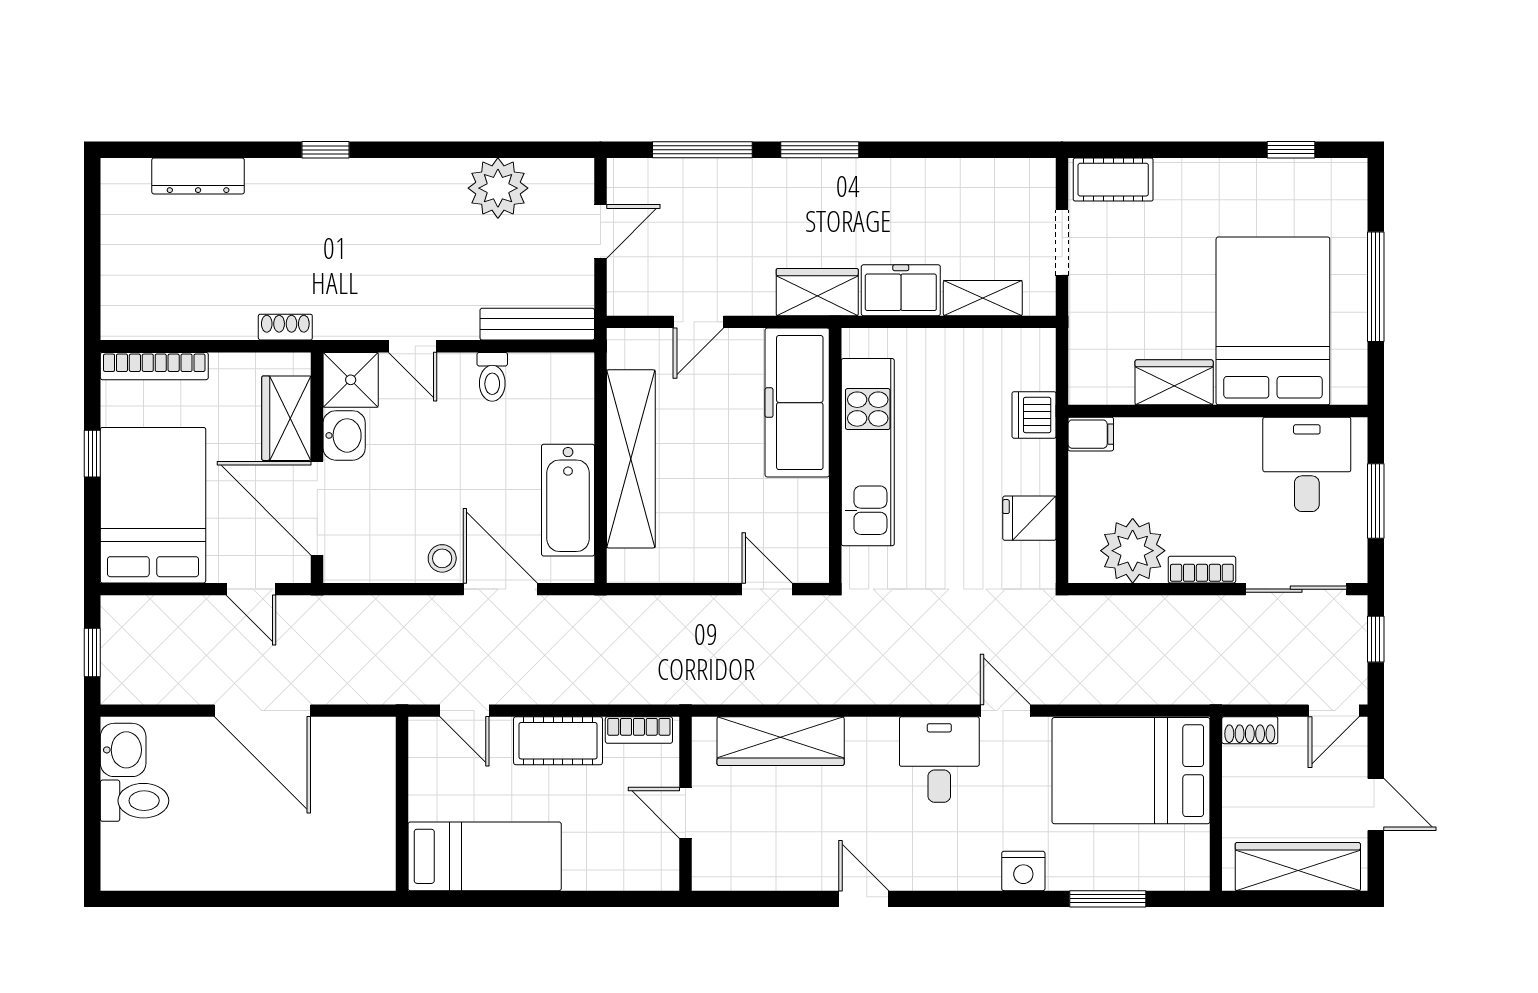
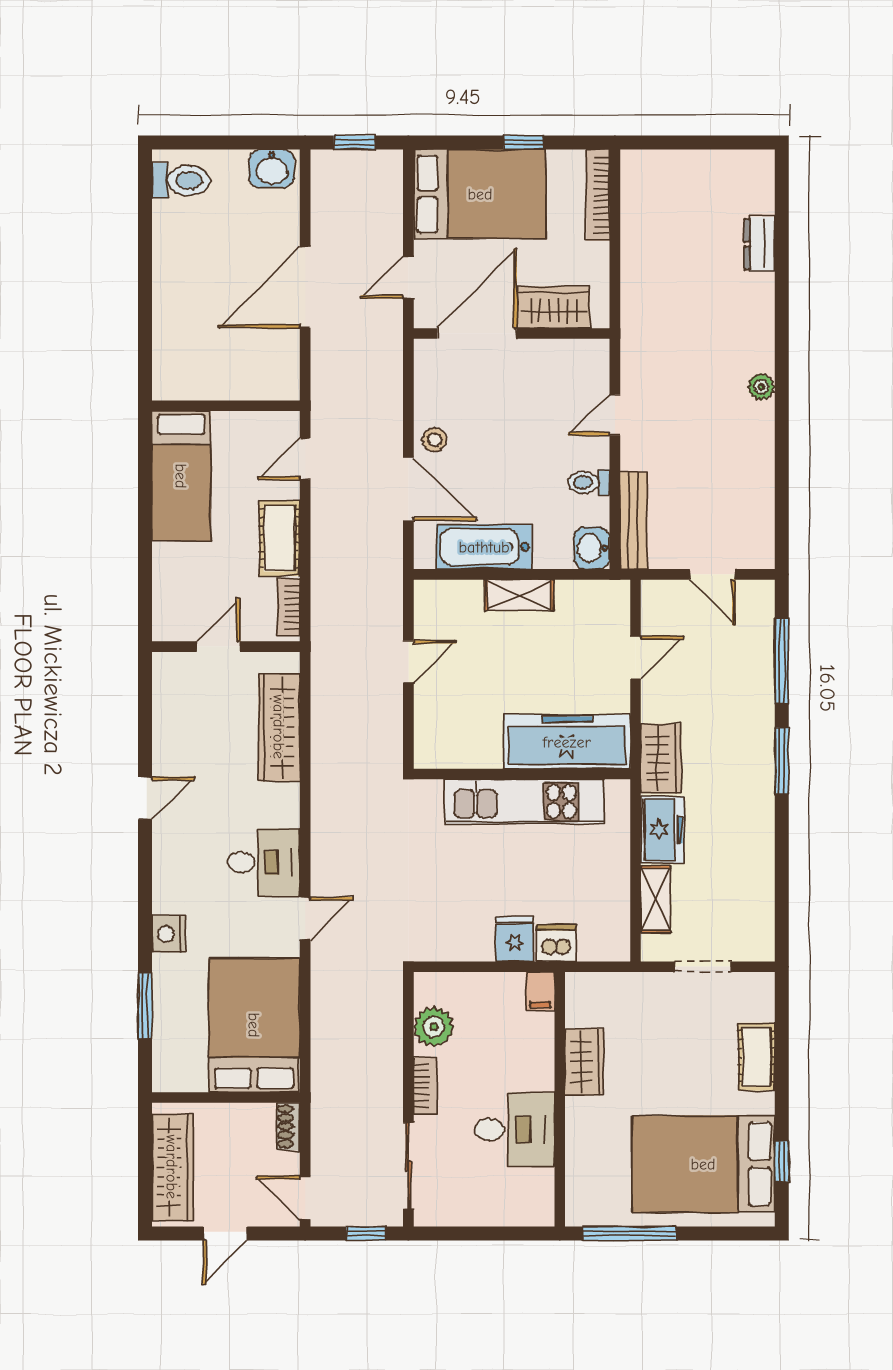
window: (326, 150) -> (782, 341), removed
dresser: (198, 176) -> (760, 244), width x0.70
cot: (1113, 180) -> (757, 1057), moved
plant: (498, 188) -> (761, 387), moved, width x0.53, depth x0.53
window: (1376, 287) -> (629, 1233), moved
bed: (1273, 321) -> (703, 1164), moved, turned 180
door: (698, 322) -> (636, 658), swing flipped
shoe rack: (285, 327) -> (631, 306), removed
shower: (351, 380) -> (586, 362), removed
washbasin: (344, 435) -> (592, 548), moved, turned 90
shelving: (631, 459) -> (519, 595), width x0.45, depth x0.75
desk: (1307, 464) -> (514, 1130), moved
window: (1376, 501) -> (483, 1233), removed
fridge: (1029, 518) -> (515, 939), moved
plant: (1133, 551) -> (434, 1027), width x0.73, depth x0.73
door: (500, 589) -> (408, 489), hinge flipped
door: (767, 589) -> (408, 662), moved
toilet: (135, 801) -> (181, 180), moved, turned -90

